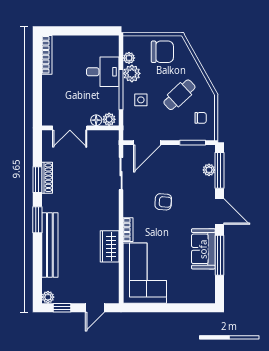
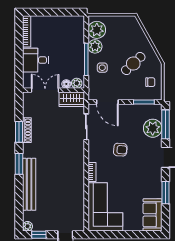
chair: (162, 52) -> (120, 29), removed
plant: (129, 58) -> (97, 30), width x1.87, depth x1.87
desk: (103, 72) -> (36, 60), moved, turned 180
double door: (70, 128) -> (45, 90), swing flipped
door: (147, 143) -> (107, 102), hinge flipped
plant: (209, 170) -> (153, 128), width x1.87, depth x1.87
wardrobe: (110, 246) -> (72, 99), moved, turned -90
sofa: (203, 249) -> (152, 215), moved
window: (219, 255) -> (165, 193), width x0.69

